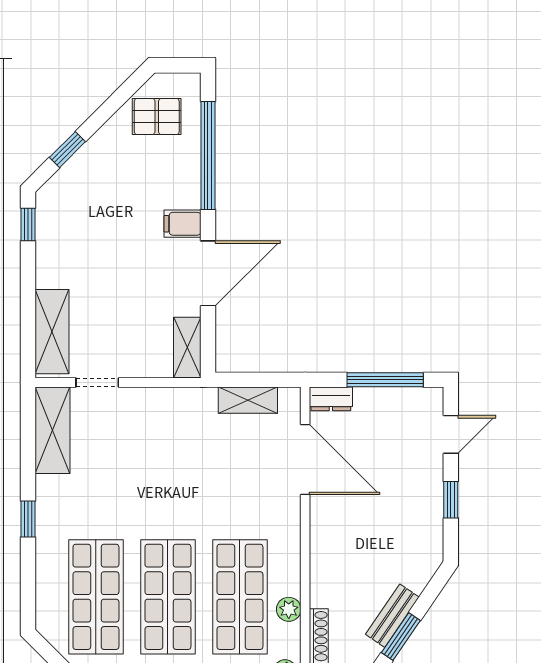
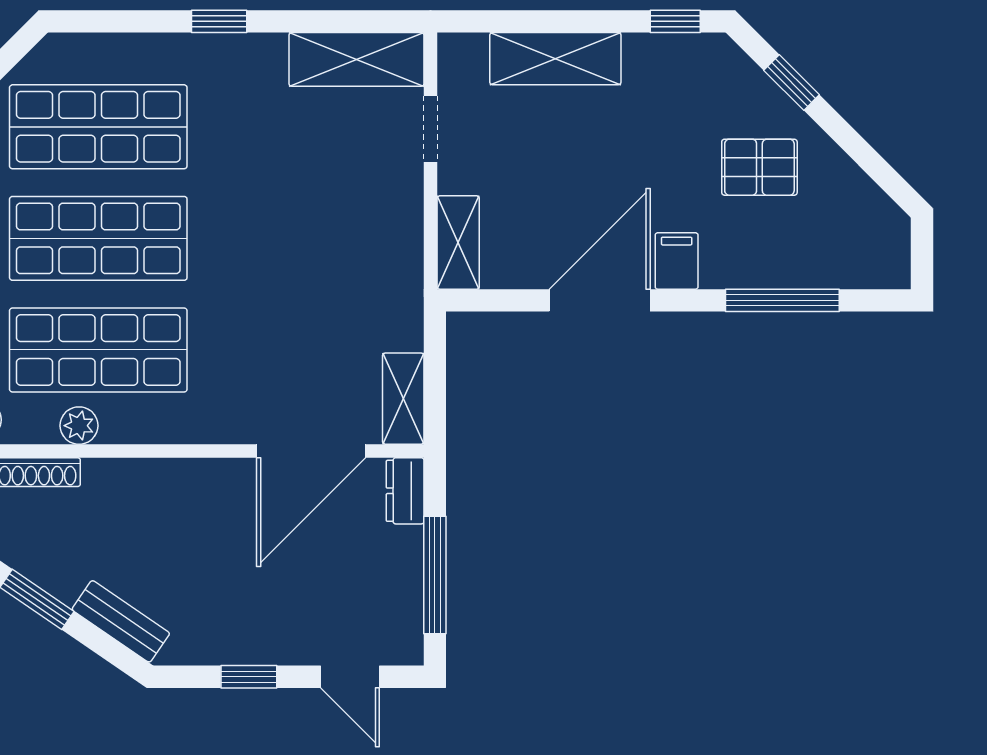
pallet: (157, 117) -> (759, 167), moved, turned 90
window: (208, 156) -> (782, 300), width x0.68
door: (208, 273) -> (600, 300), swing flipped
shelving: (52, 332) -> (555, 59), moved
shelving: (187, 347) -> (458, 243), moved, turned 90
shelving: (248, 400) -> (403, 399), moved
bench: (392, 616) -> (121, 621), moved

